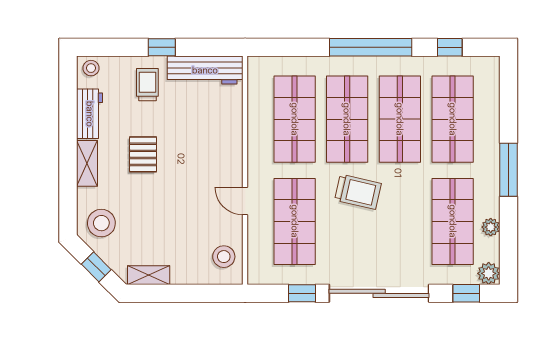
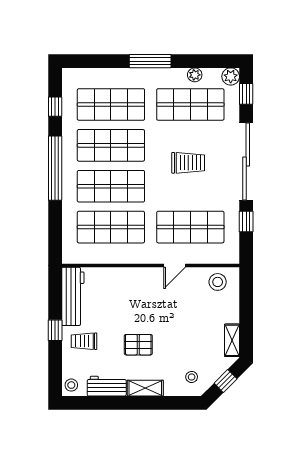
trolley: (358, 192) -> (188, 163), moved, turned 77
stool: (101, 223) -> (192, 377), width x0.53, depth x0.53

